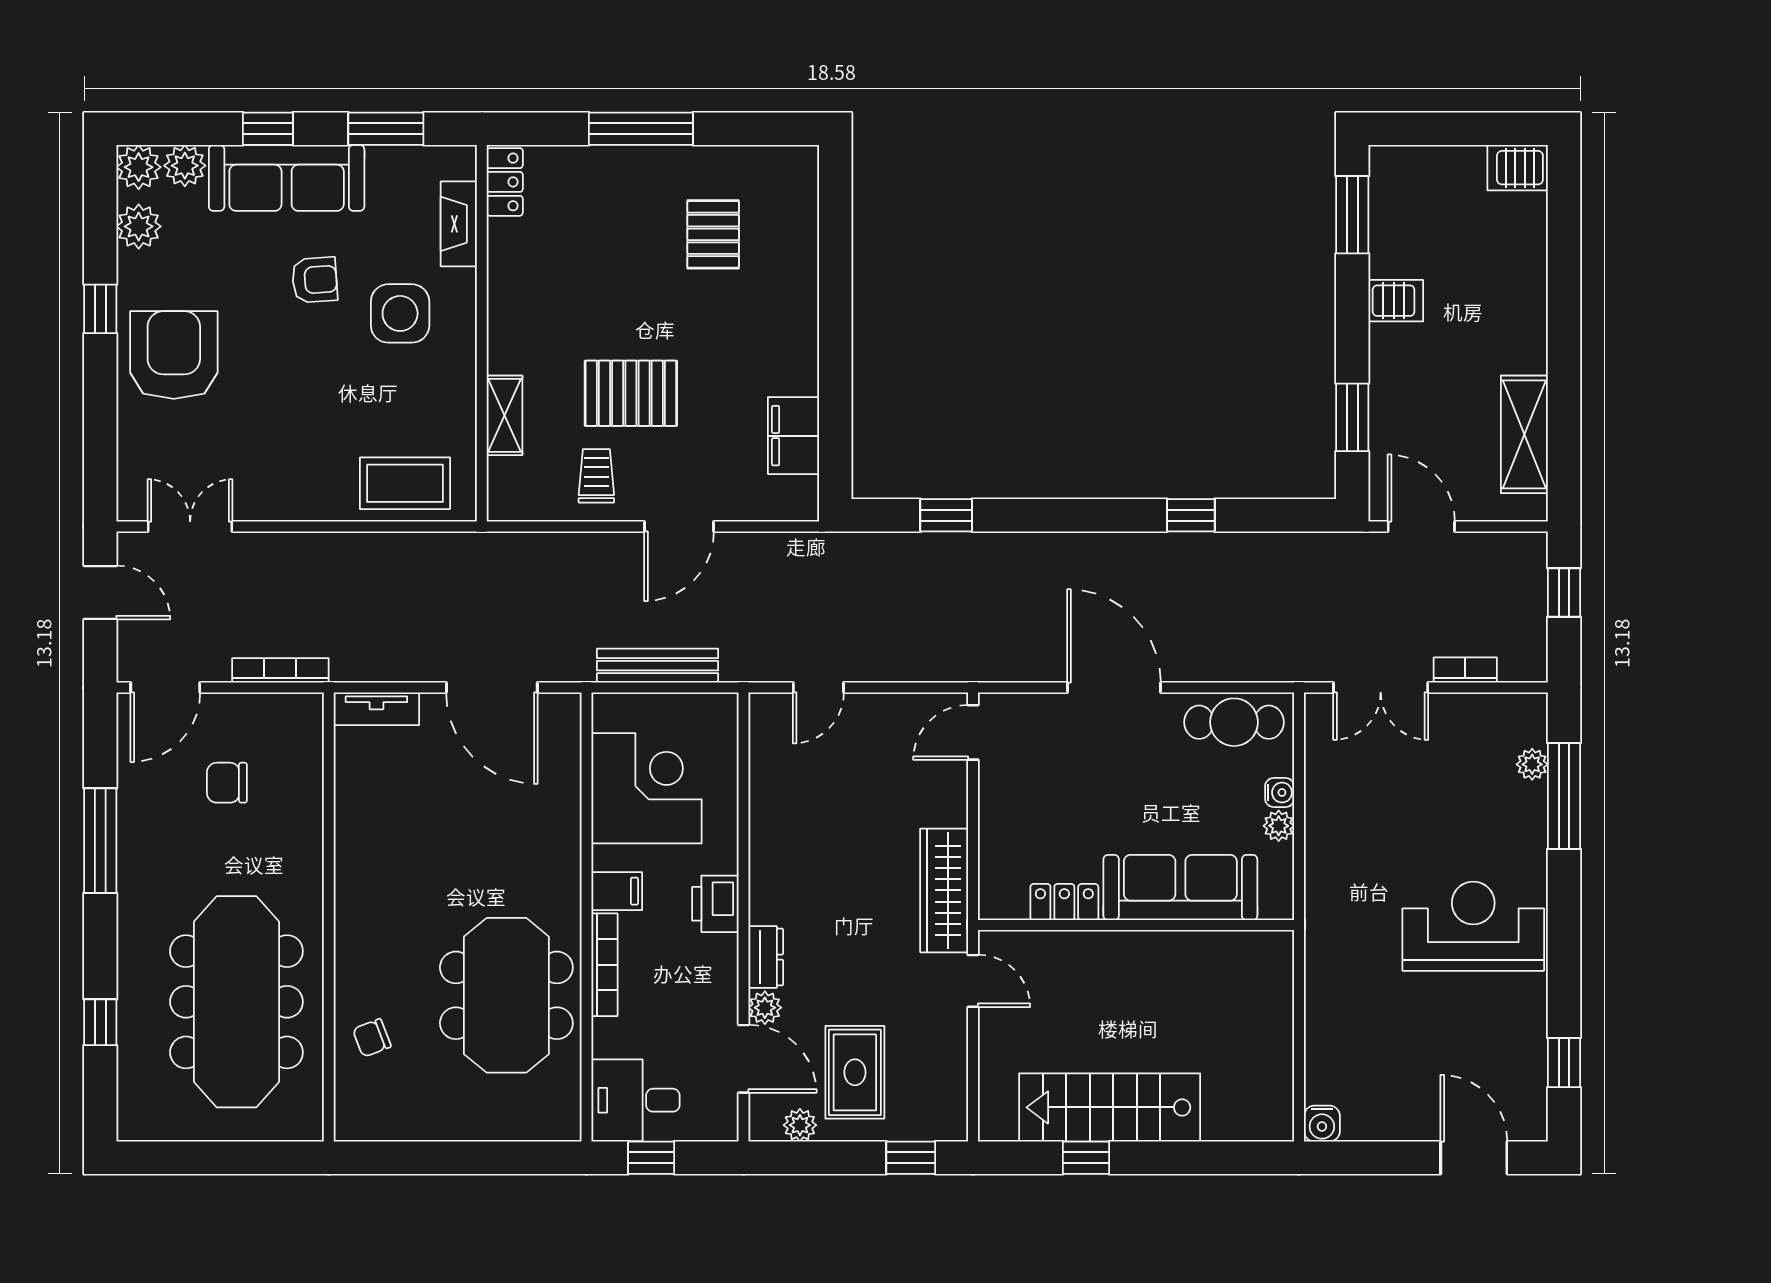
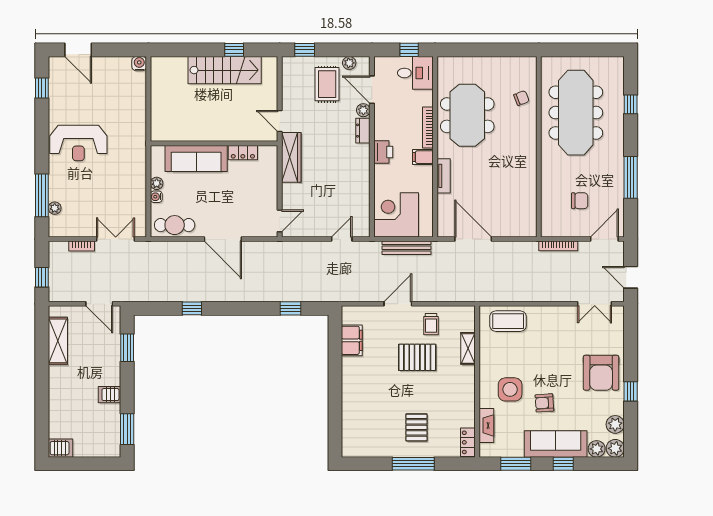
pallet: (713, 234) -> (416, 427), moved
tv unit: (376, 709) -> (444, 176), moved, turned 90
corner desk: (647, 788) -> (396, 215), moved, turned 90

